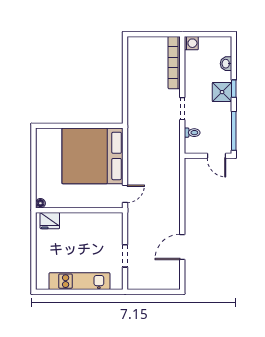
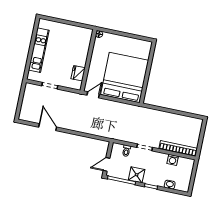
washing machine: (191, 43) -> (173, 160), moved
shower: (222, 92) -> (137, 175), moved
door: (125, 194) -> (93, 95), swing flipped
fridge: (50, 221) -> (78, 73), moved

